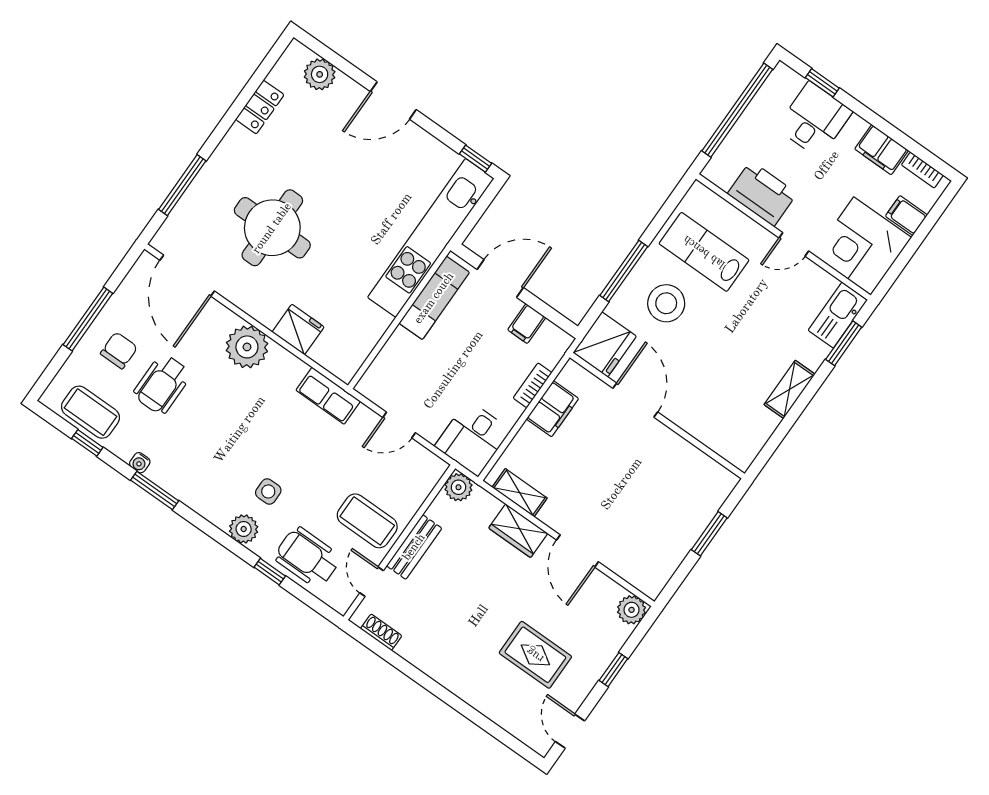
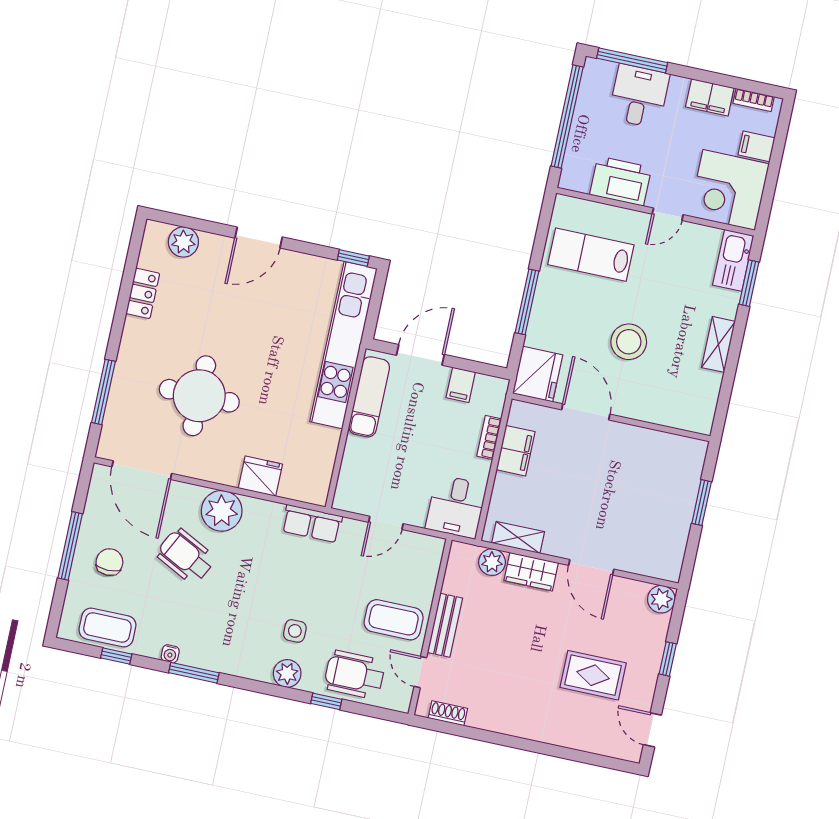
window: (822, 83) -> (632, 60), width x2.17
stool: (666, 303) -> (629, 342), moved
wheelchair: (162, 384) -> (186, 556), moved, turned 117
plant: (458, 487) -> (492, 562), moved

